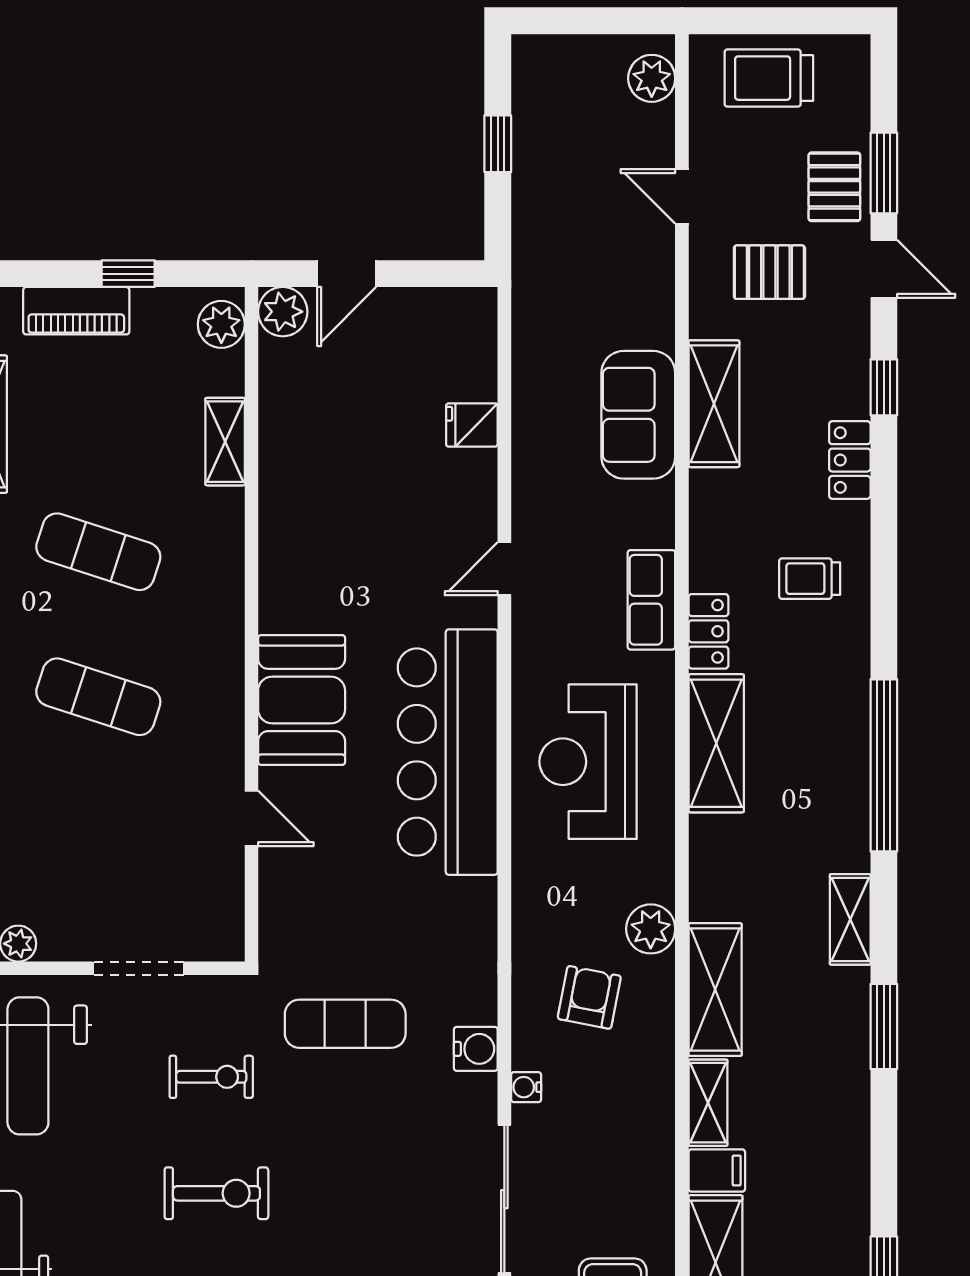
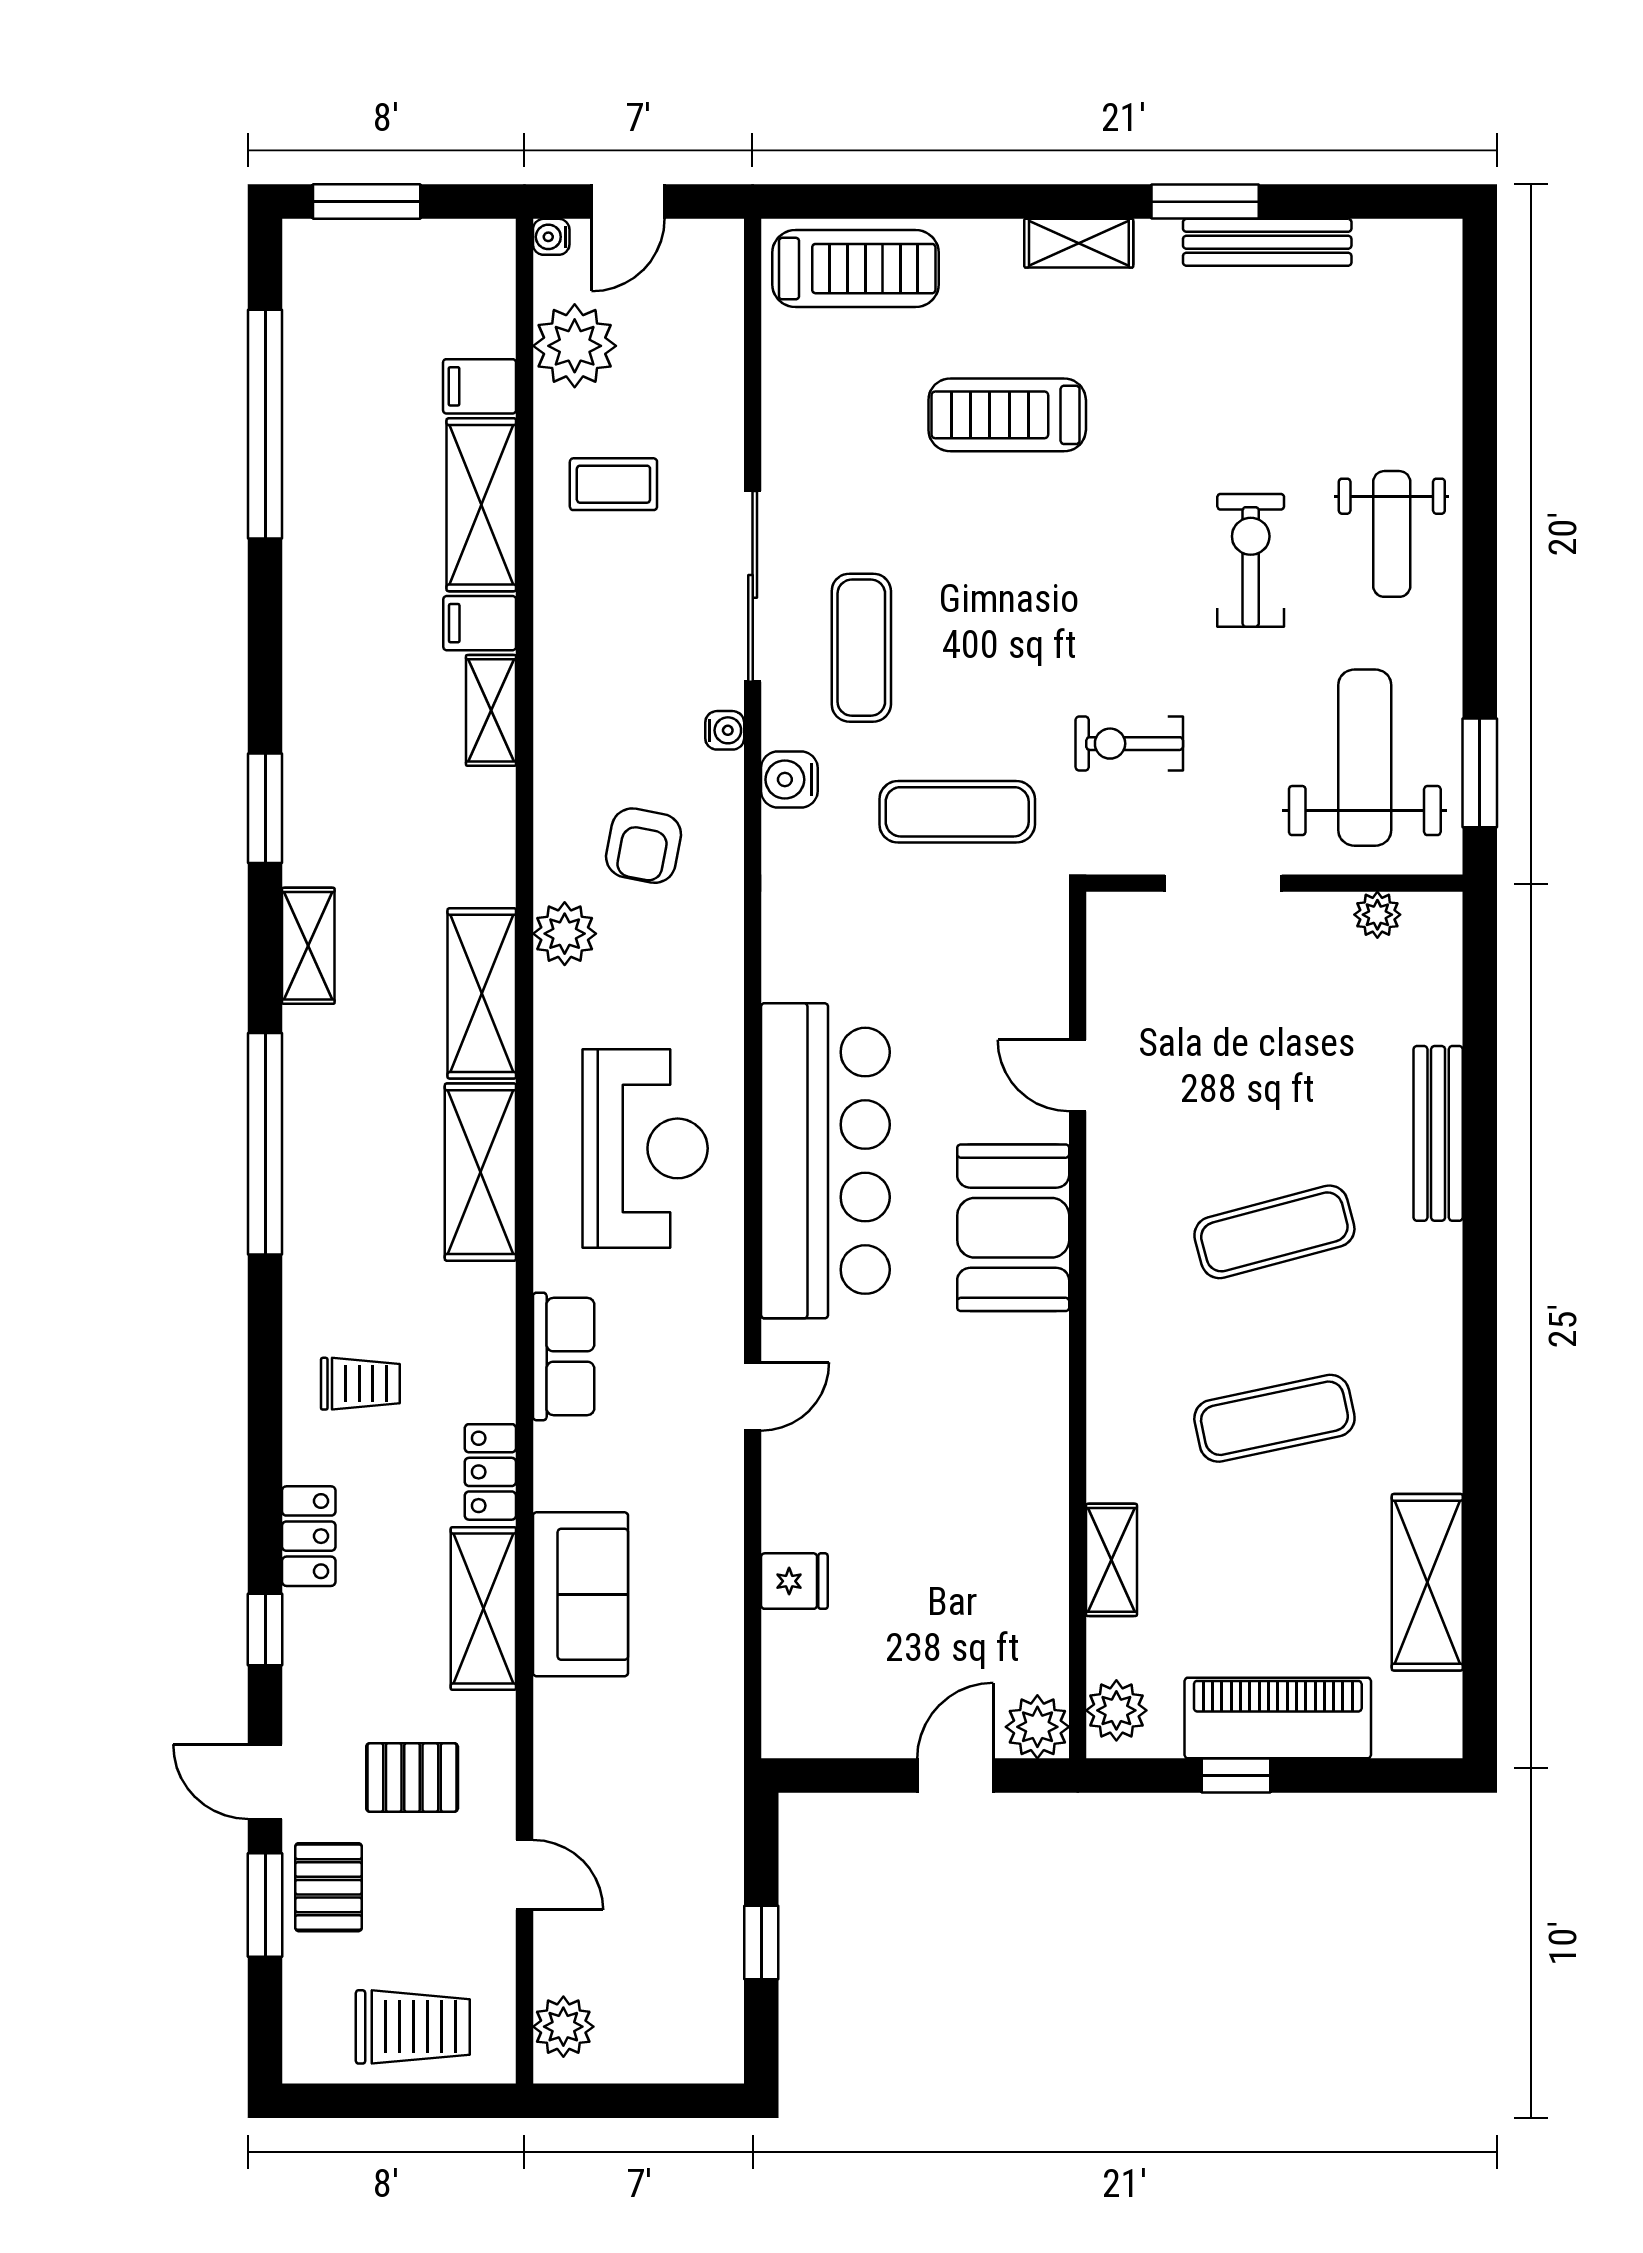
piano: (76, 311) -> (1278, 1718), width x1.37, depth x1.33
exercise mat: (98, 552) -> (1274, 1418), turned -30
locker: (708, 631) -> (490, 1472), moved
exercise mat: (98, 697) -> (1274, 1232), turned -33
shelving: (715, 990) -> (482, 993), moved
exercise mat: (420, 1151) -> (861, 648), added
exercise bike: (216, 1193) -> (1251, 560), moved, turned 90

